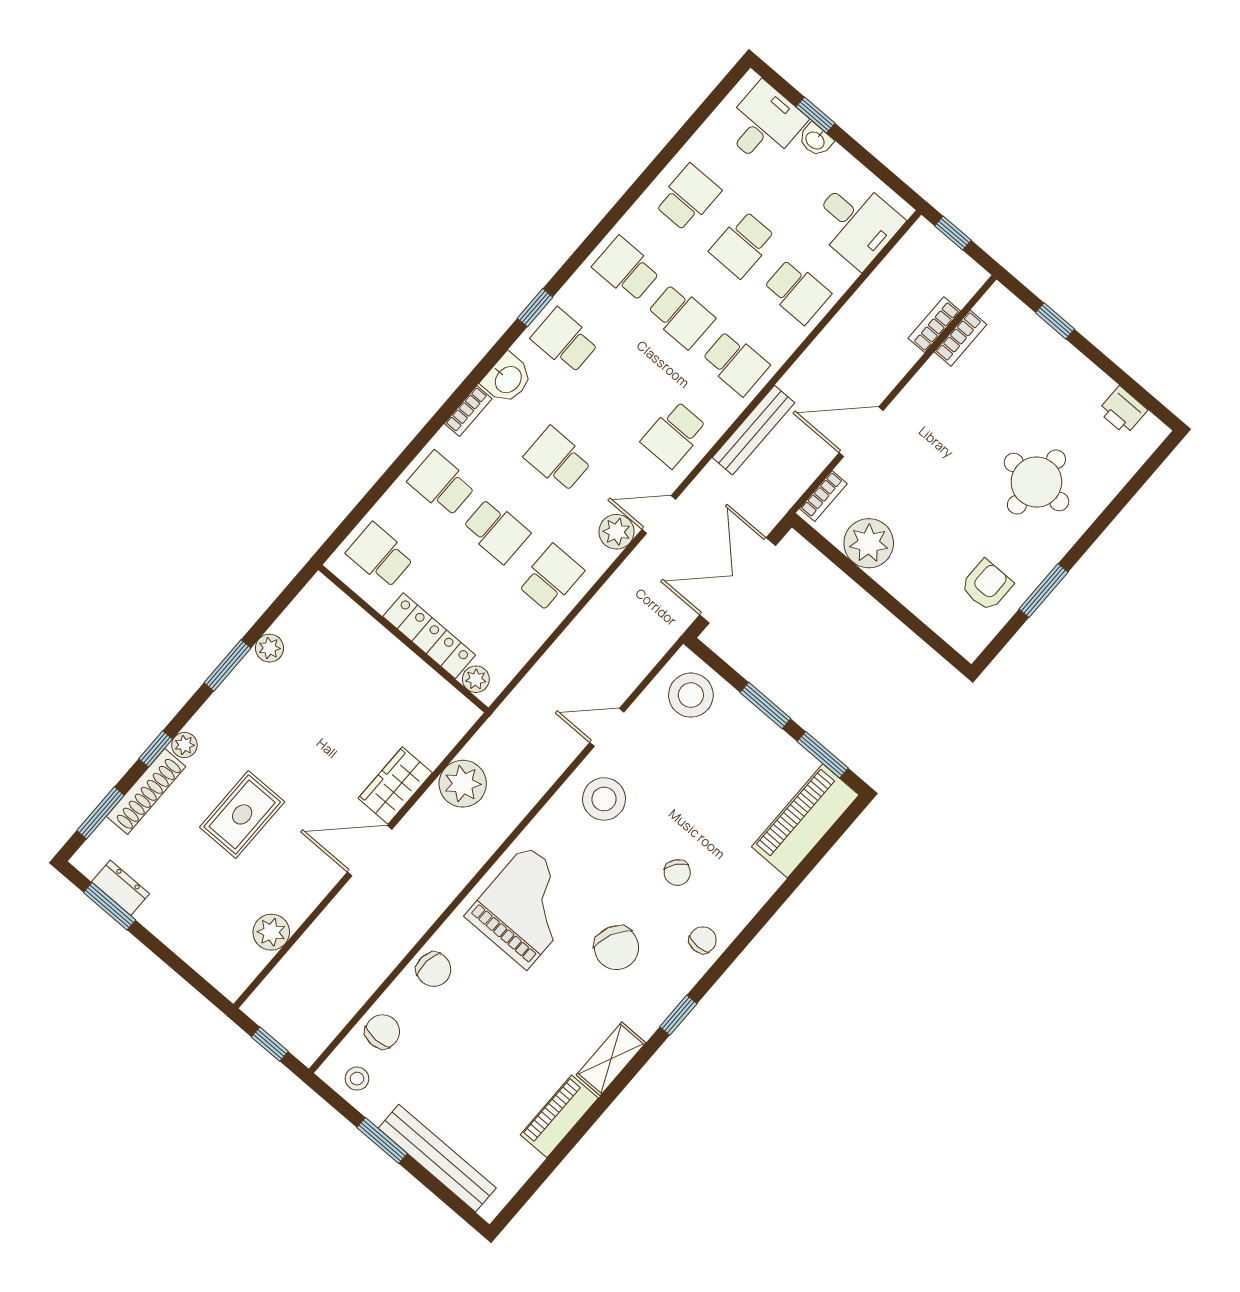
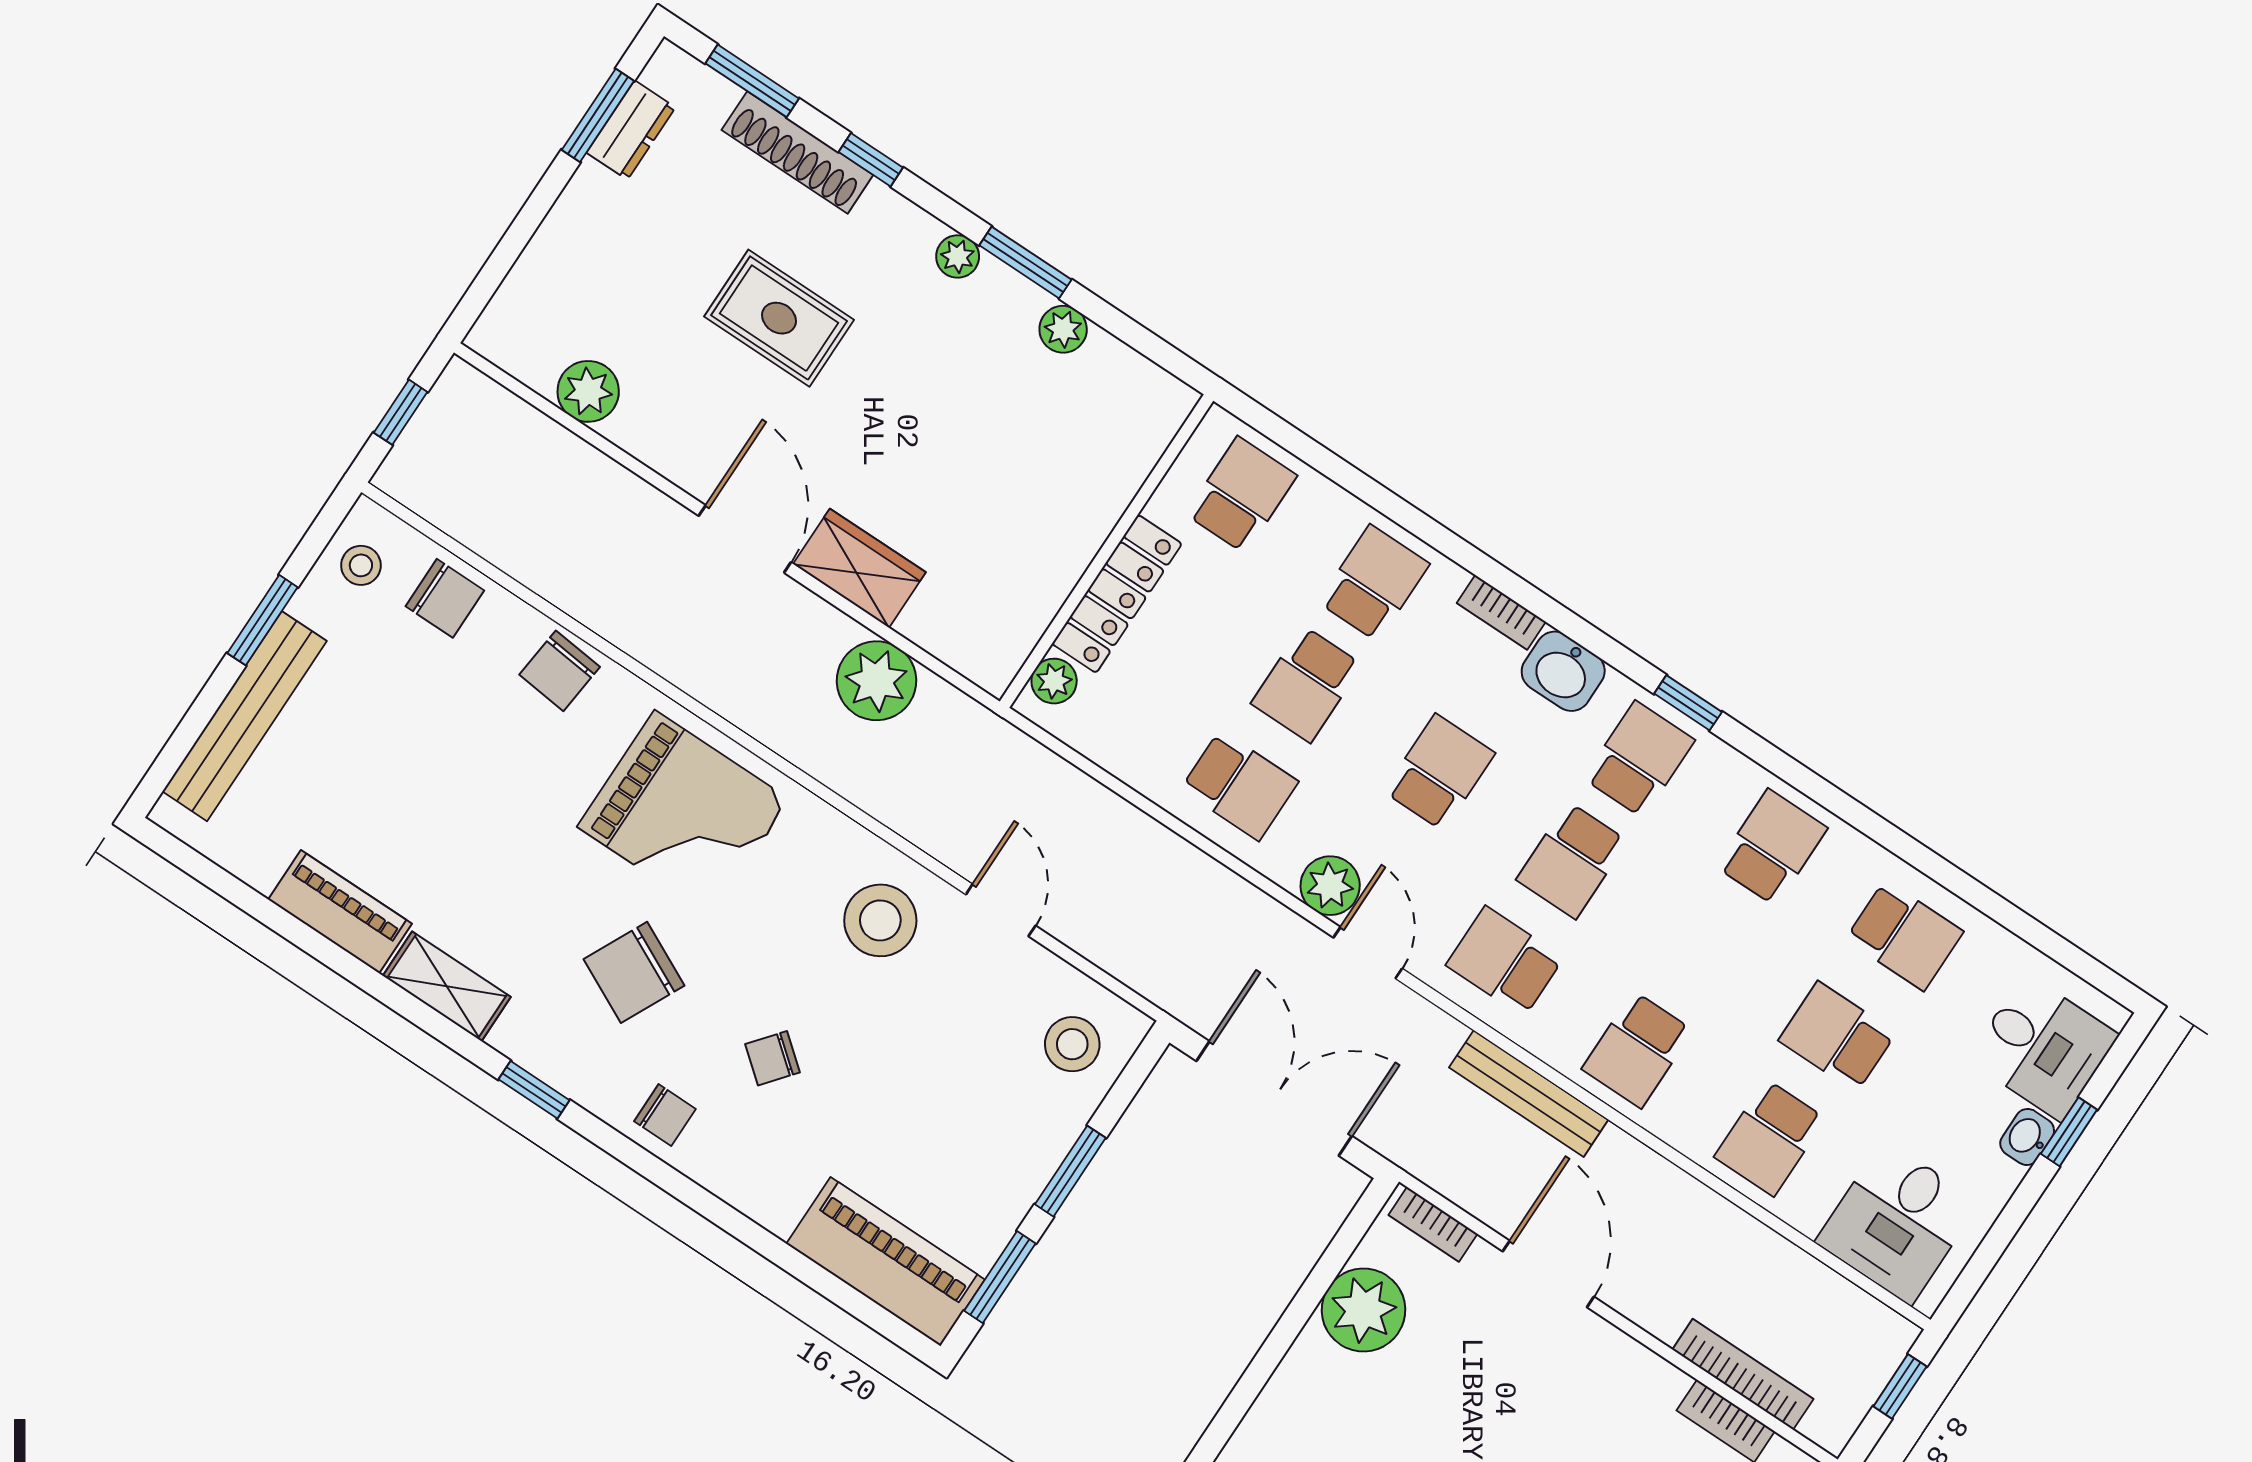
school desk: (681, 316) -> (1572, 860), moved
bookcase: (934, 325) -> (1743, 1374), width x1.56
stool: (691, 695) -> (1072, 1044), width x0.73, depth x0.73
plant: (184, 745) -> (958, 256), moved

